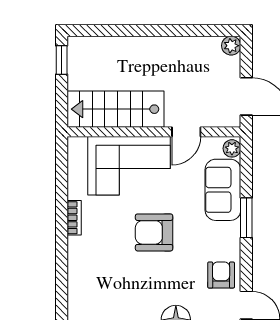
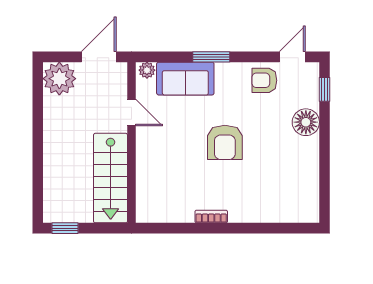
plant: (231, 46) -> (59, 79), width x1.87, depth x1.87
corner sofa: (129, 166) -> (163, 166), removed

